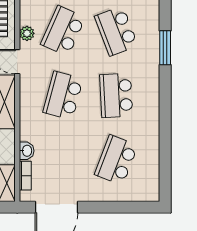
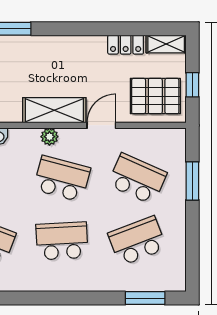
plant: (27, 33) -> (49, 137), moved
window: (165, 48) -> (145, 298), moved

